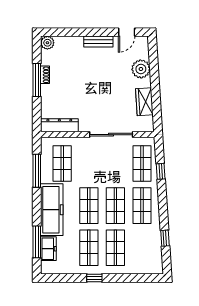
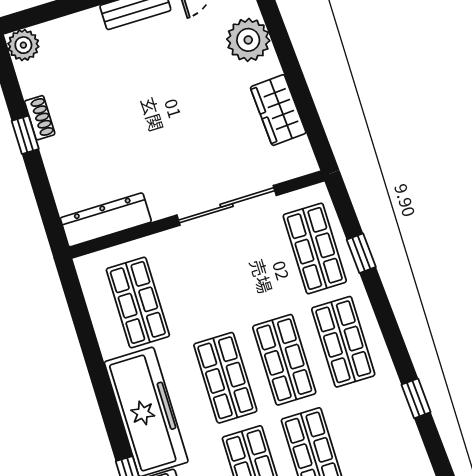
window: (37, 80) -> (25, 135), width x0.46
window: (37, 171) -> (87, 336), removed

